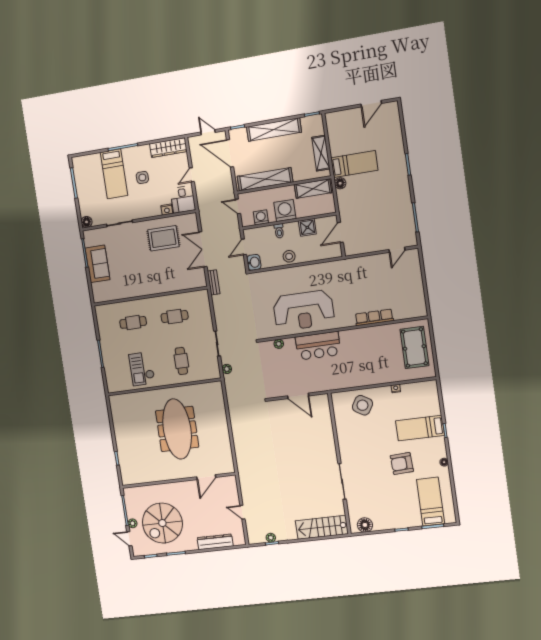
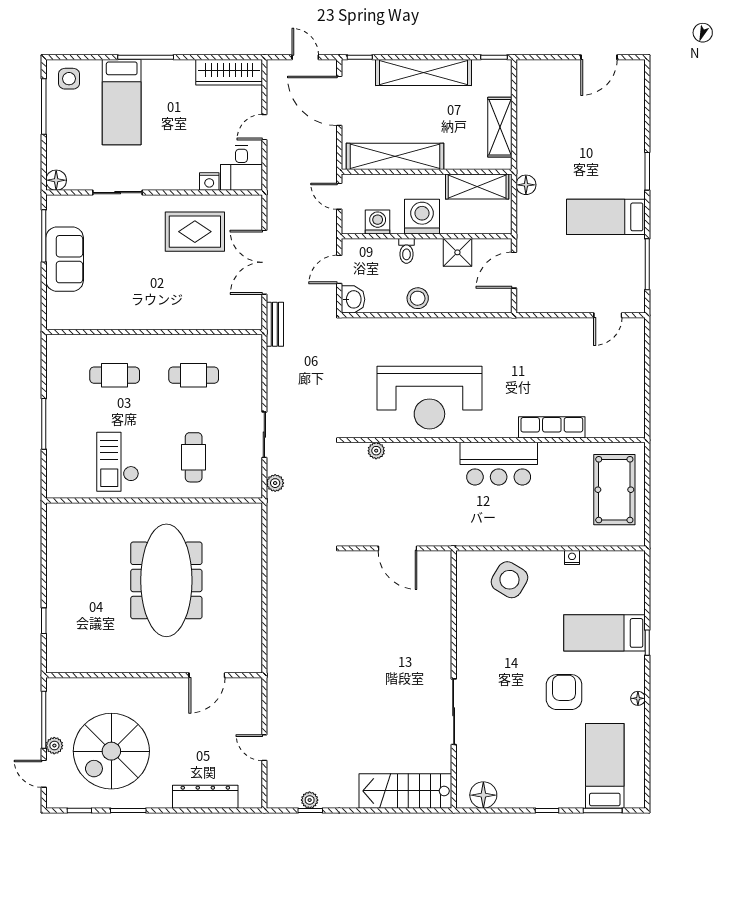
bed: (354, 164) -> (606, 217), moved, turned 180
side table: (142, 177) -> (69, 79), moved
bar counter: (318, 346) -> (499, 464), moved
armchair: (402, 464) -> (564, 692), turned 93

